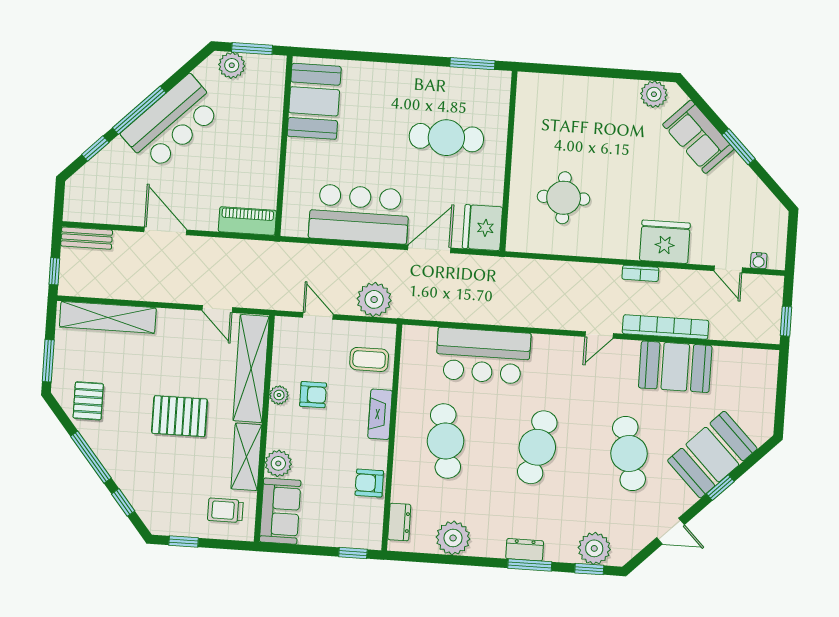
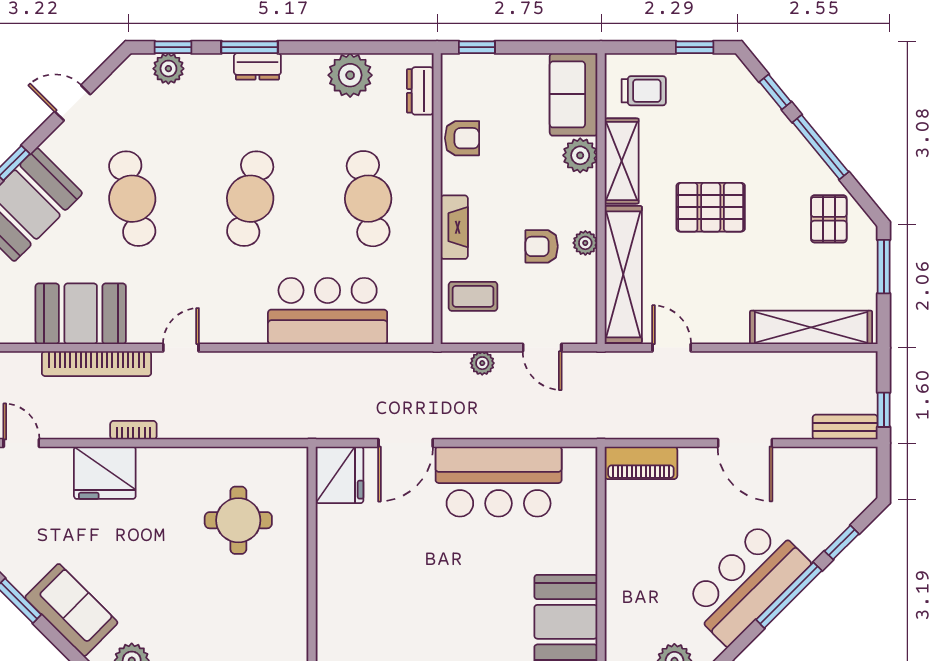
cafe table: (446, 138) -> (394, 587), removed
window: (54, 271) -> (884, 410), moved
plant: (374, 299) -> (482, 363), width x0.53, depth x0.53
plant: (594, 548) -> (168, 69), width x0.73, depth x0.73

